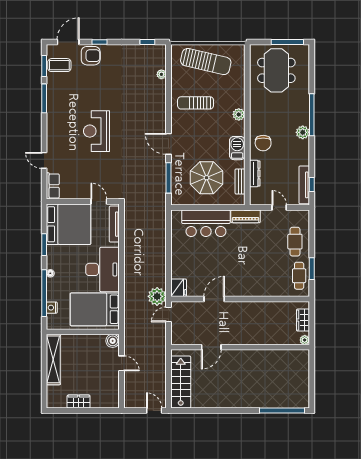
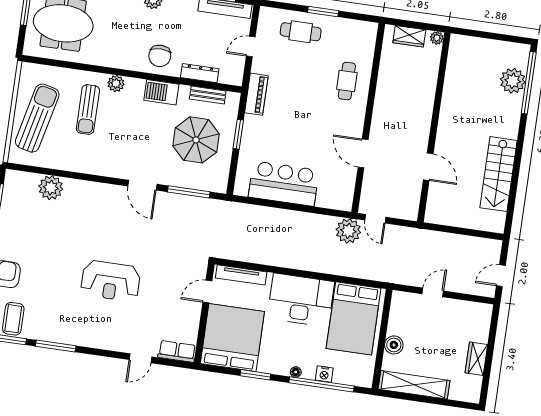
plant: (161, 74) -> (51, 188), width x1.88, depth x1.88
sun lounger: (196, 103) -> (88, 109), moved
chair: (263, 143) -> (160, 56), turned 90
door: (169, 144) -> (142, 185), hinge flipped
window: (215, 207) -> (238, 134), added
bar counter: (206, 223) -> (284, 184), moved, turned -90
window: (312, 269) -> (323, 12), moved
cafe table: (299, 276) -> (347, 81), moved, turned 90
fridge: (179, 288) -> (341, 200), removed
nightstand: (52, 308) -> (324, 374), moved
boiler: (113, 341) -> (394, 345), moved
stairs: (181, 382) -> (499, 174), moved, turned -90
plant: (282, 399) -> (513, 81), added
door: (154, 411) -> (501, 276), moved

